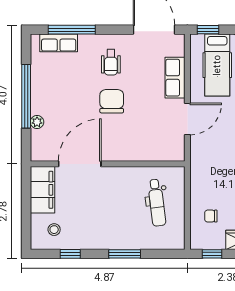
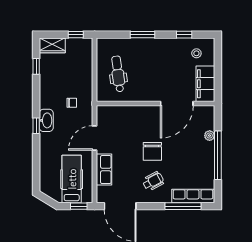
row of seats: (59, 43) -> (193, 196), width x1.48
wheelchair: (111, 62) -> (153, 181), turned 62
chair: (211, 216) -> (72, 103), moved

